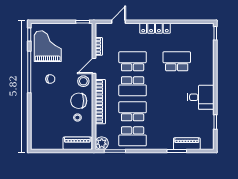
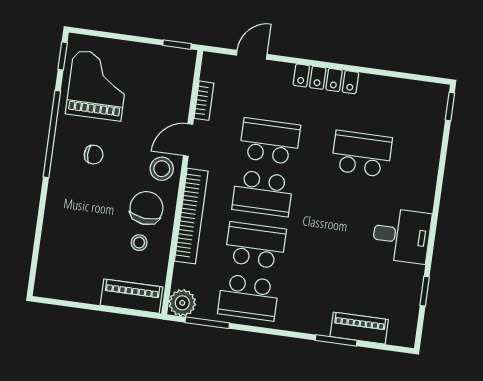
chair: (79, 101) -> (146, 208), turned 95

